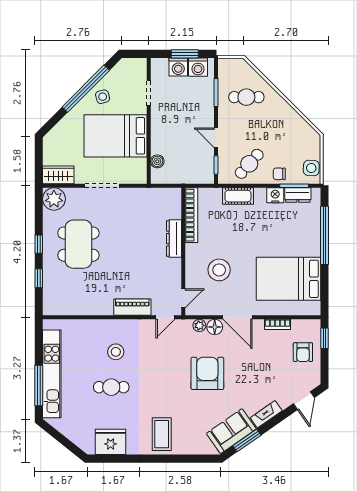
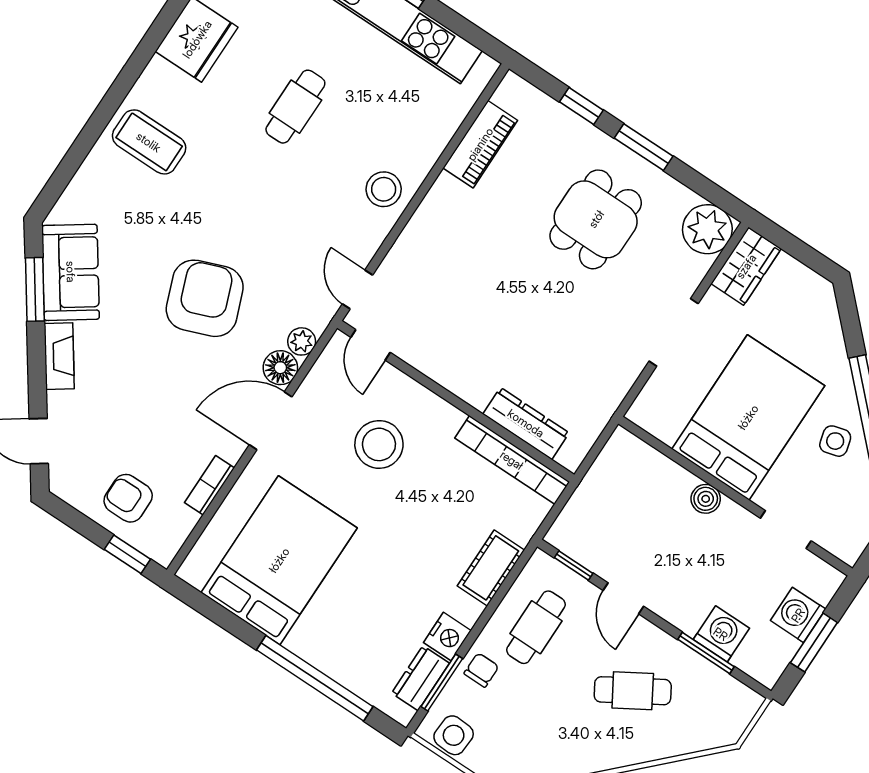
washing machine: (198, 67) -> (721, 634), moved, turned 90
cafe table: (246, 97) -> (633, 691), moved, turned 59
door: (216, 138) -> (623, 598), swing flipped
boiler: (157, 161) -> (706, 499), moved
cafe table: (249, 164) -> (536, 627), turned 48
dresser: (174, 239) -> (526, 423), moved
window: (39, 244) -> (644, 147), width x1.50
dining table: (78, 244) -> (596, 219), width x0.73
piano: (132, 307) -> (480, 144), moved
stool: (116, 352) -> (384, 189), moved
armchair: (207, 373) -> (205, 298), turned -111

